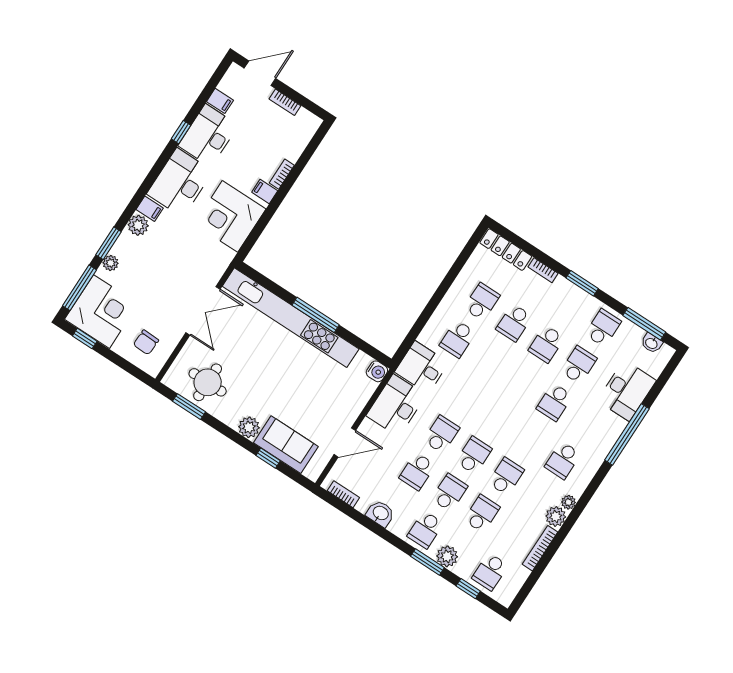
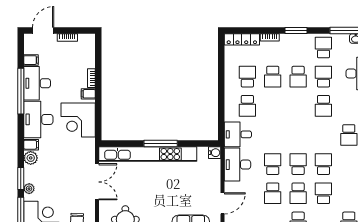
window: (181, 132) -> (21, 91), width x3.17
school desk: (450, 492) -> (298, 193), turned 180

